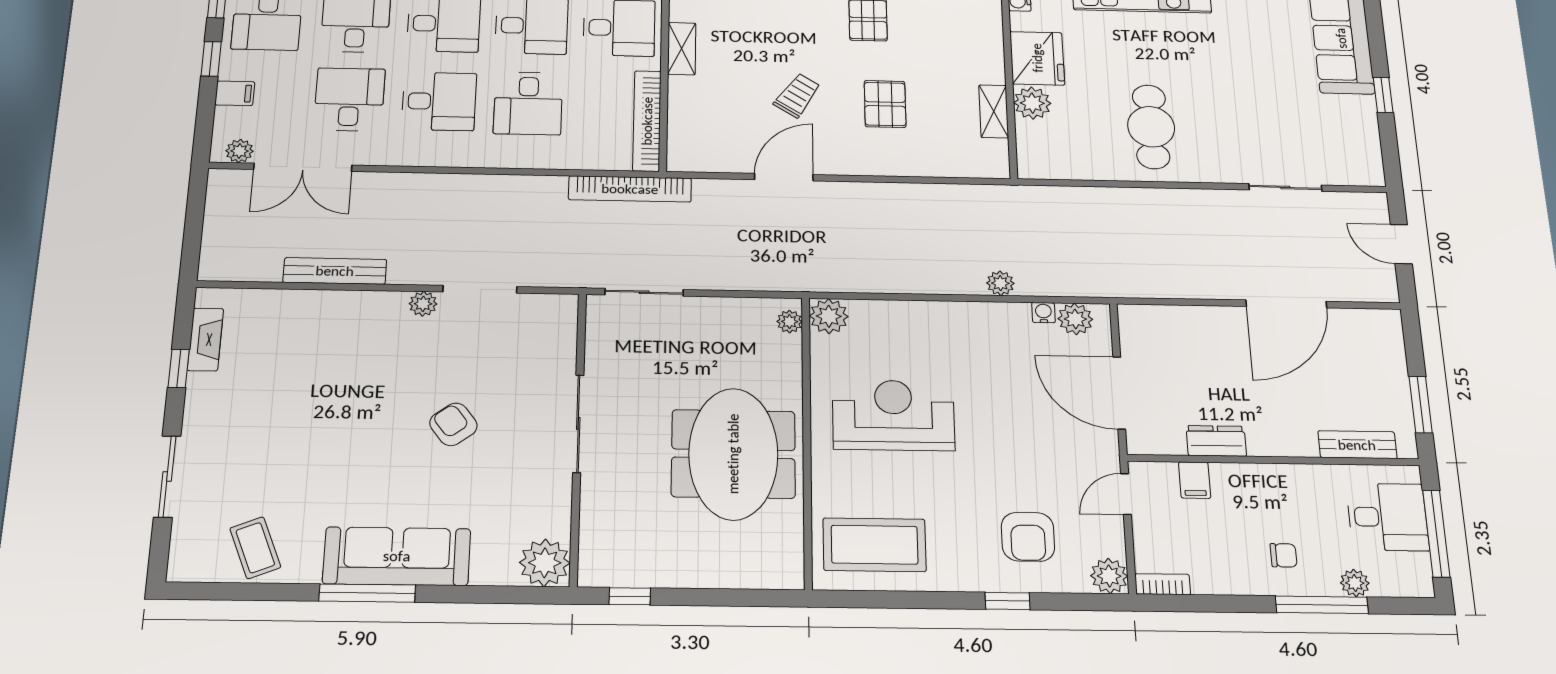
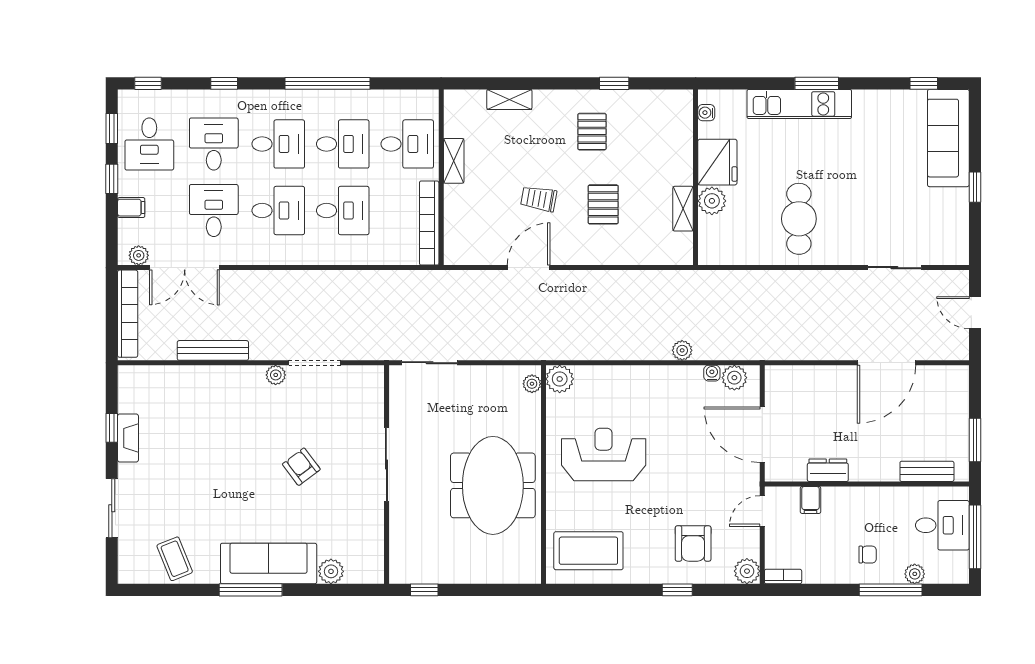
trolley: (797, 95) -> (539, 199), turned -113
desk: (528, 103) -> (343, 211), turned -90
bookcase: (630, 189) -> (128, 314), moved, turned -90
fireplace: (205, 339) -> (128, 438), moved
plant: (545, 563) -> (331, 571), moved, width x0.73, depth x0.73

